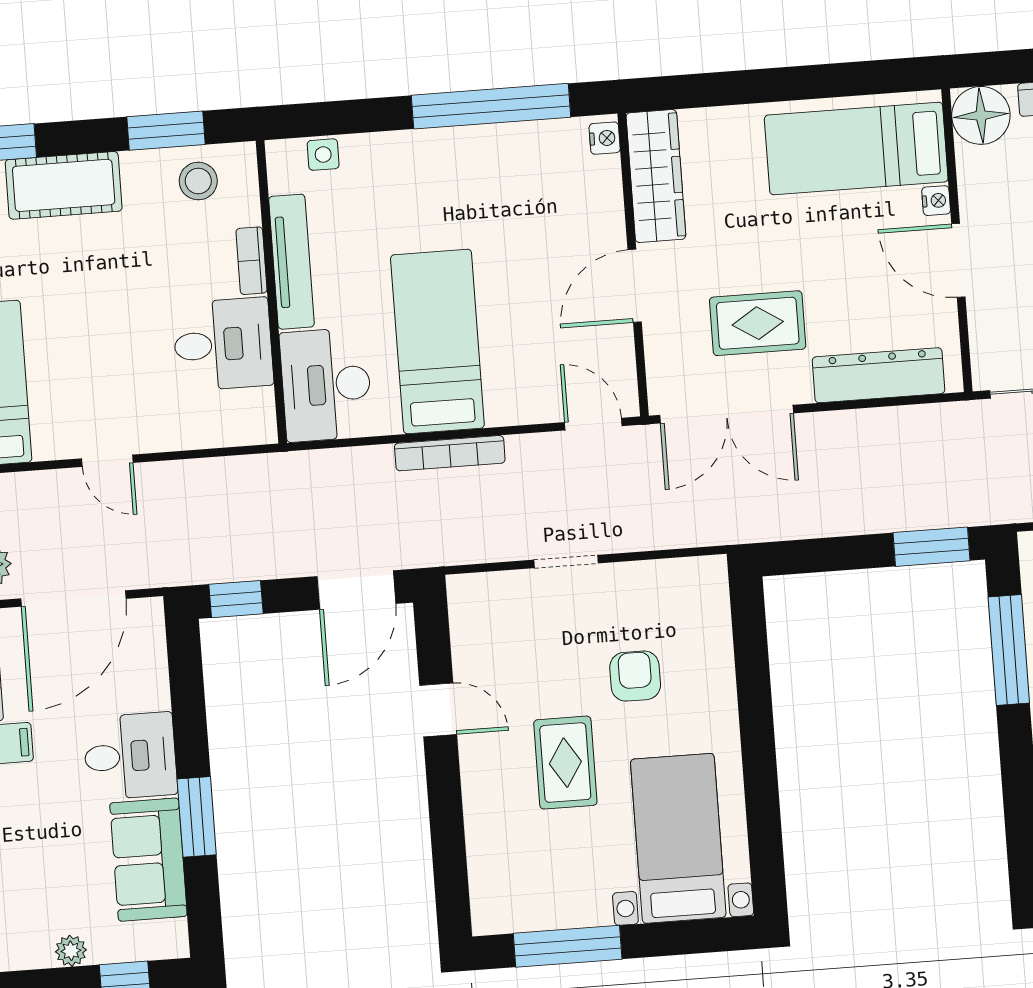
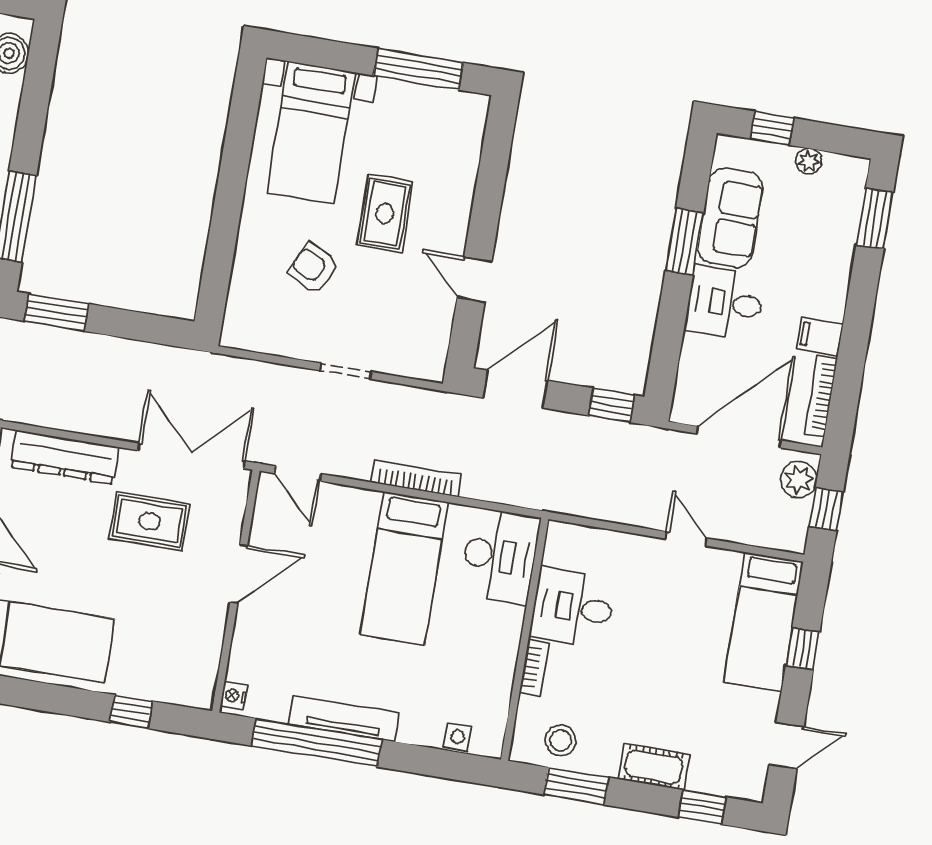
window: (723, 89) -> (131, 712), added
wardrobe: (656, 176) -> (201, 656), removed
cot: (64, 185) -> (654, 767), width x0.73, depth x0.75
tv unit: (291, 262) -> (344, 719), moved, turned 90
armchair: (635, 676) -> (313, 268), turned 116

